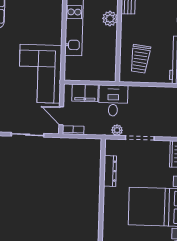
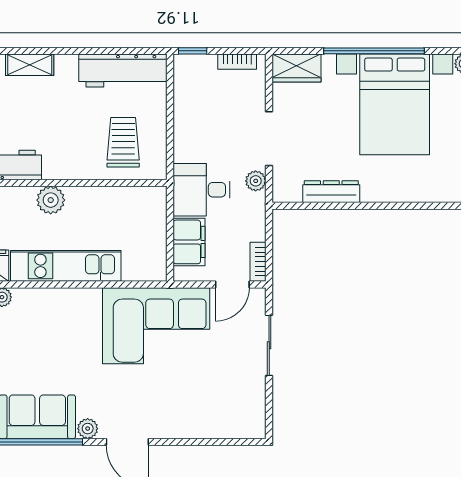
trolley: (140, 59) -> (123, 142), turned -97

